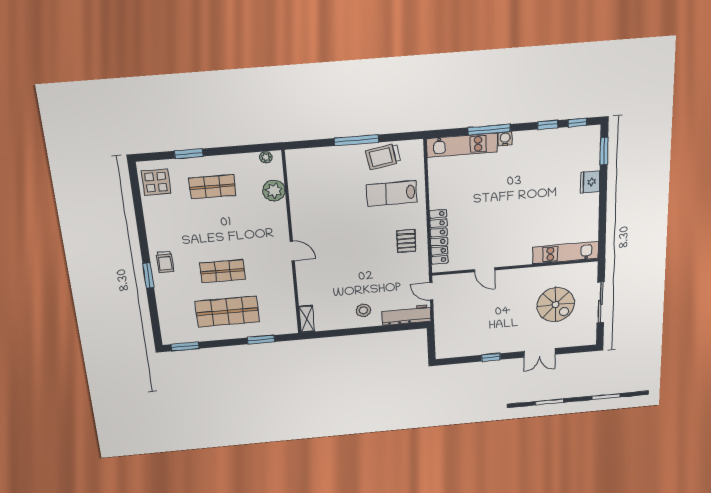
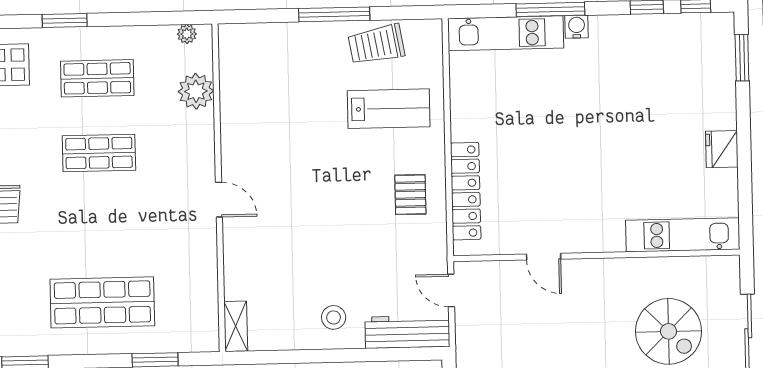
fridge: (590, 182) -> (722, 149), moved
lab bench: (392, 193) -> (389, 109), turned 180
shop shelf: (222, 271) -> (99, 153), moved

